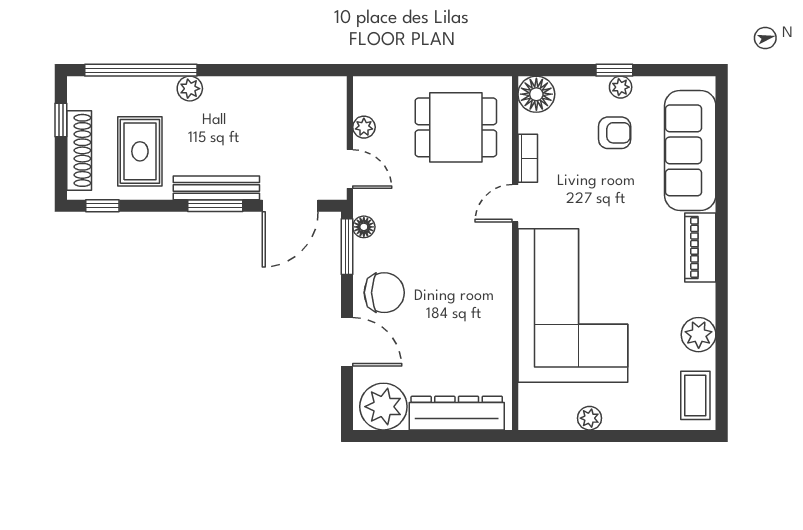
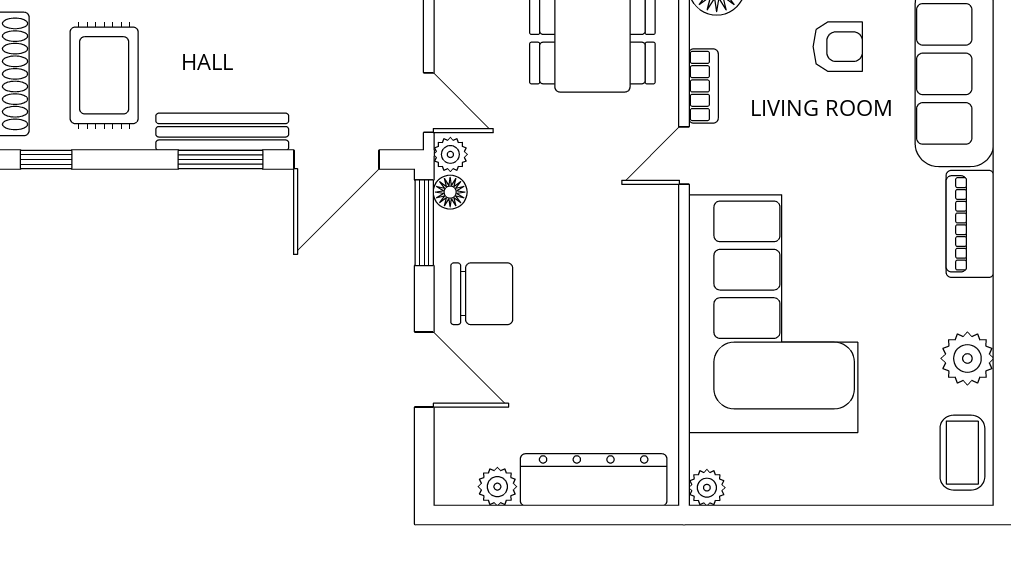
plant: (364, 127) -> (450, 154), moved
plant: (383, 407) -> (497, 487), width x0.53, depth x0.53
plant: (590, 418) -> (707, 488), moved

